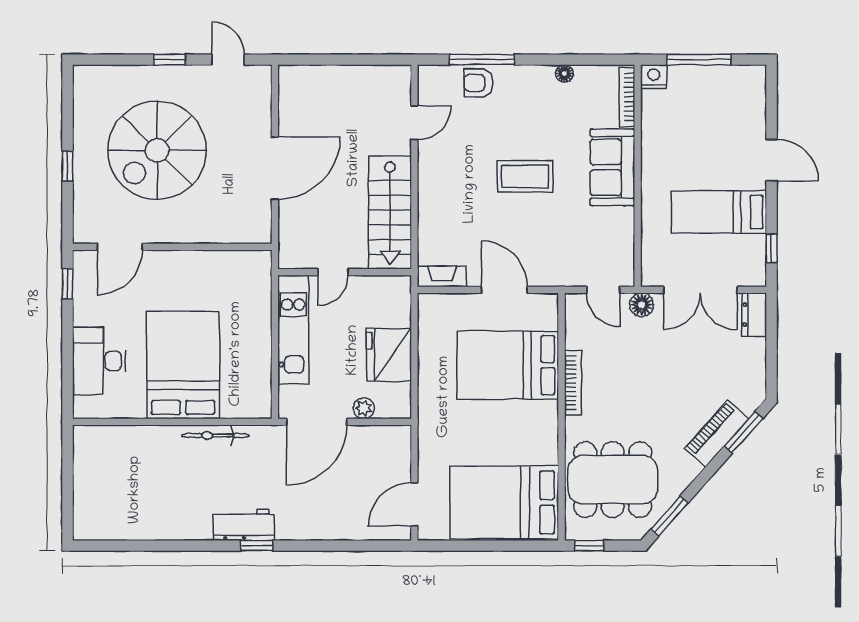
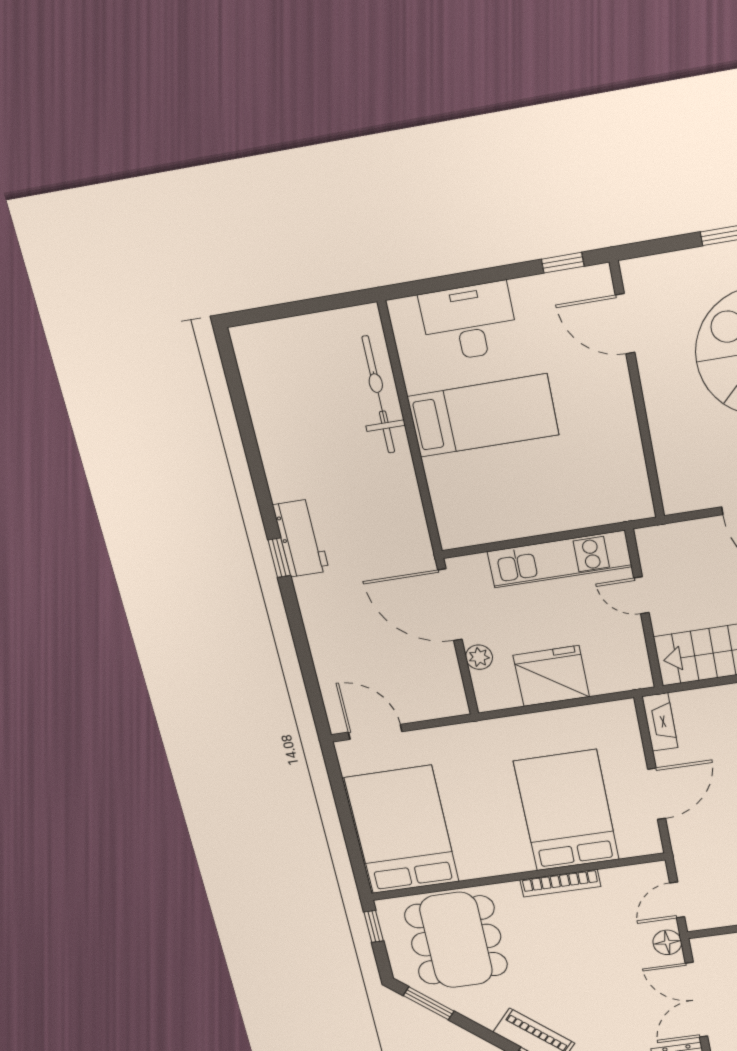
bed: (183, 365) -> (483, 416), width x0.67
bicycle: (215, 436) -> (378, 395), moved, width x1.37, depth x1.40

